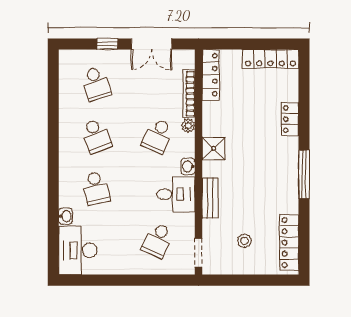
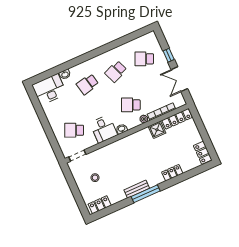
locker: (270, 59) -> (203, 153), width x0.66
school desk: (96, 84) -> (144, 59), turned 42
shower: (214, 148) -> (157, 130), moved
bench: (210, 198) -> (137, 189), moved
locker: (289, 243) -> (100, 205), width x0.66

